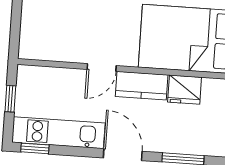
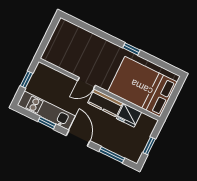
window: (35, 148) -> (47, 123), moved

